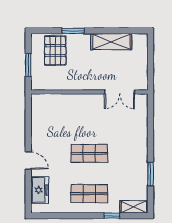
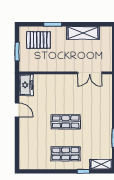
pallet: (55, 50) -> (38, 40), turned 90
door: (28, 161) -> (17, 110), moved
freezer: (40, 190) -> (26, 85), moved

